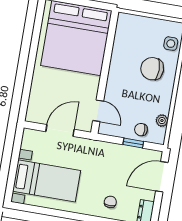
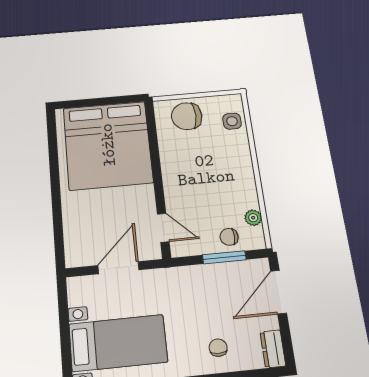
chair: (152, 69) -> (187, 116), moved
window: (133, 143) -> (224, 257), width x1.50

